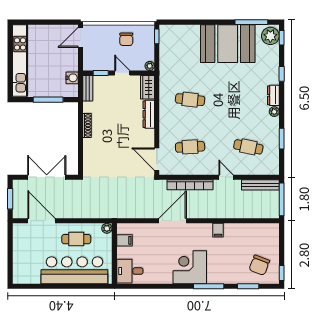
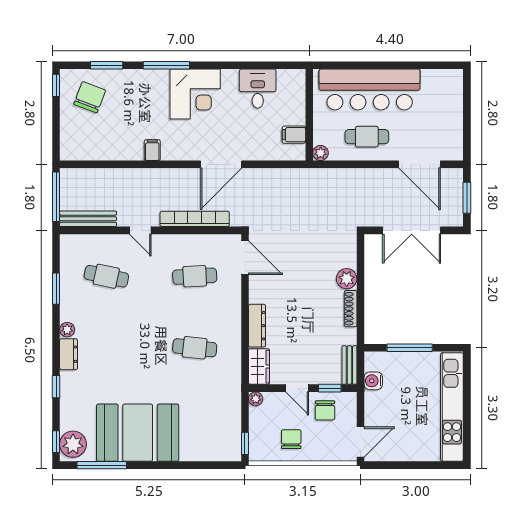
chair: (104, 58) -> (325, 410), added
plant: (90, 145) -> (347, 279), added
desk: (130, 271) -> (258, 89), moved, turned -90

